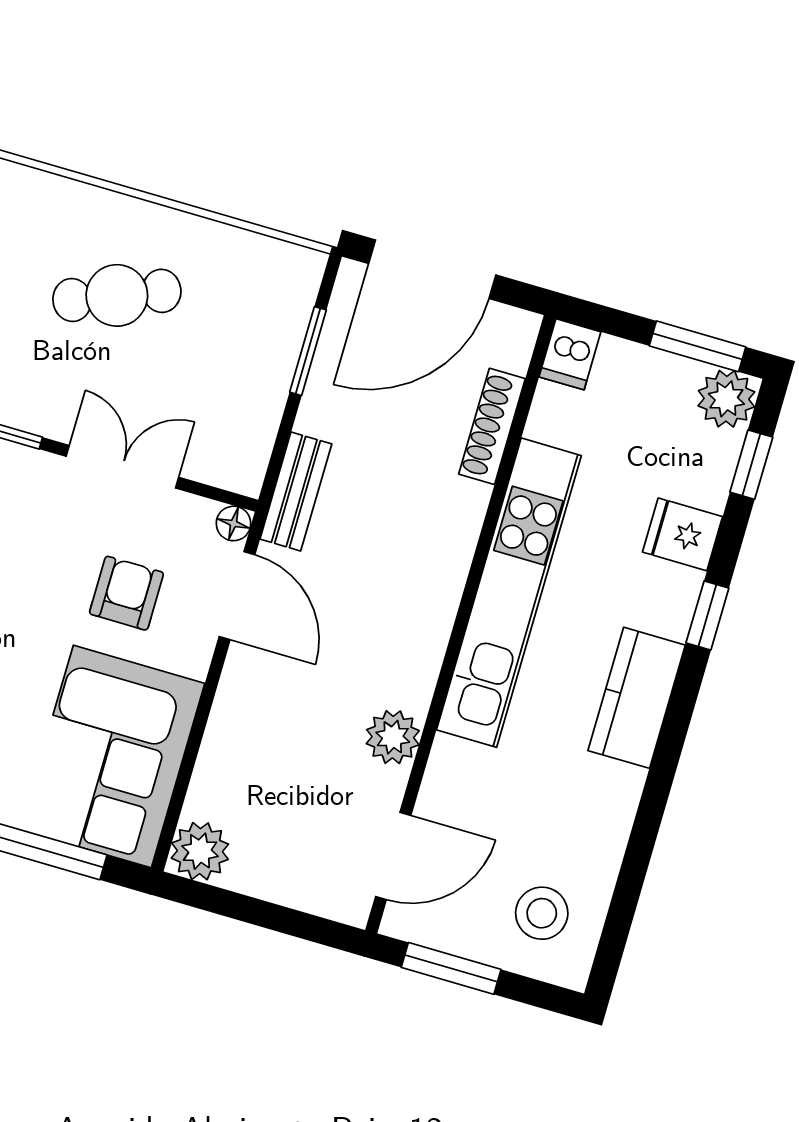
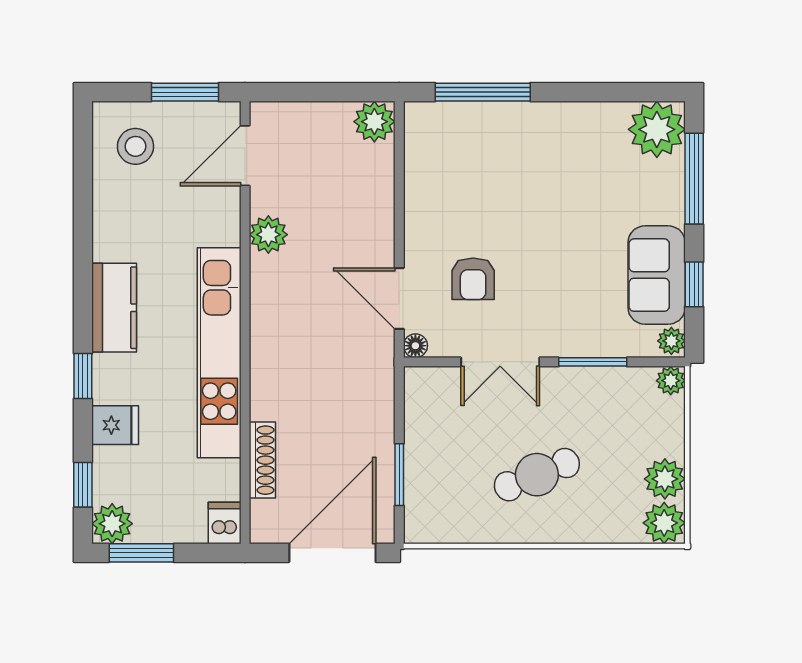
bench: (296, 492) -> (380, 379), removed
corner sofa: (112, 756) -> (451, 168), removed

